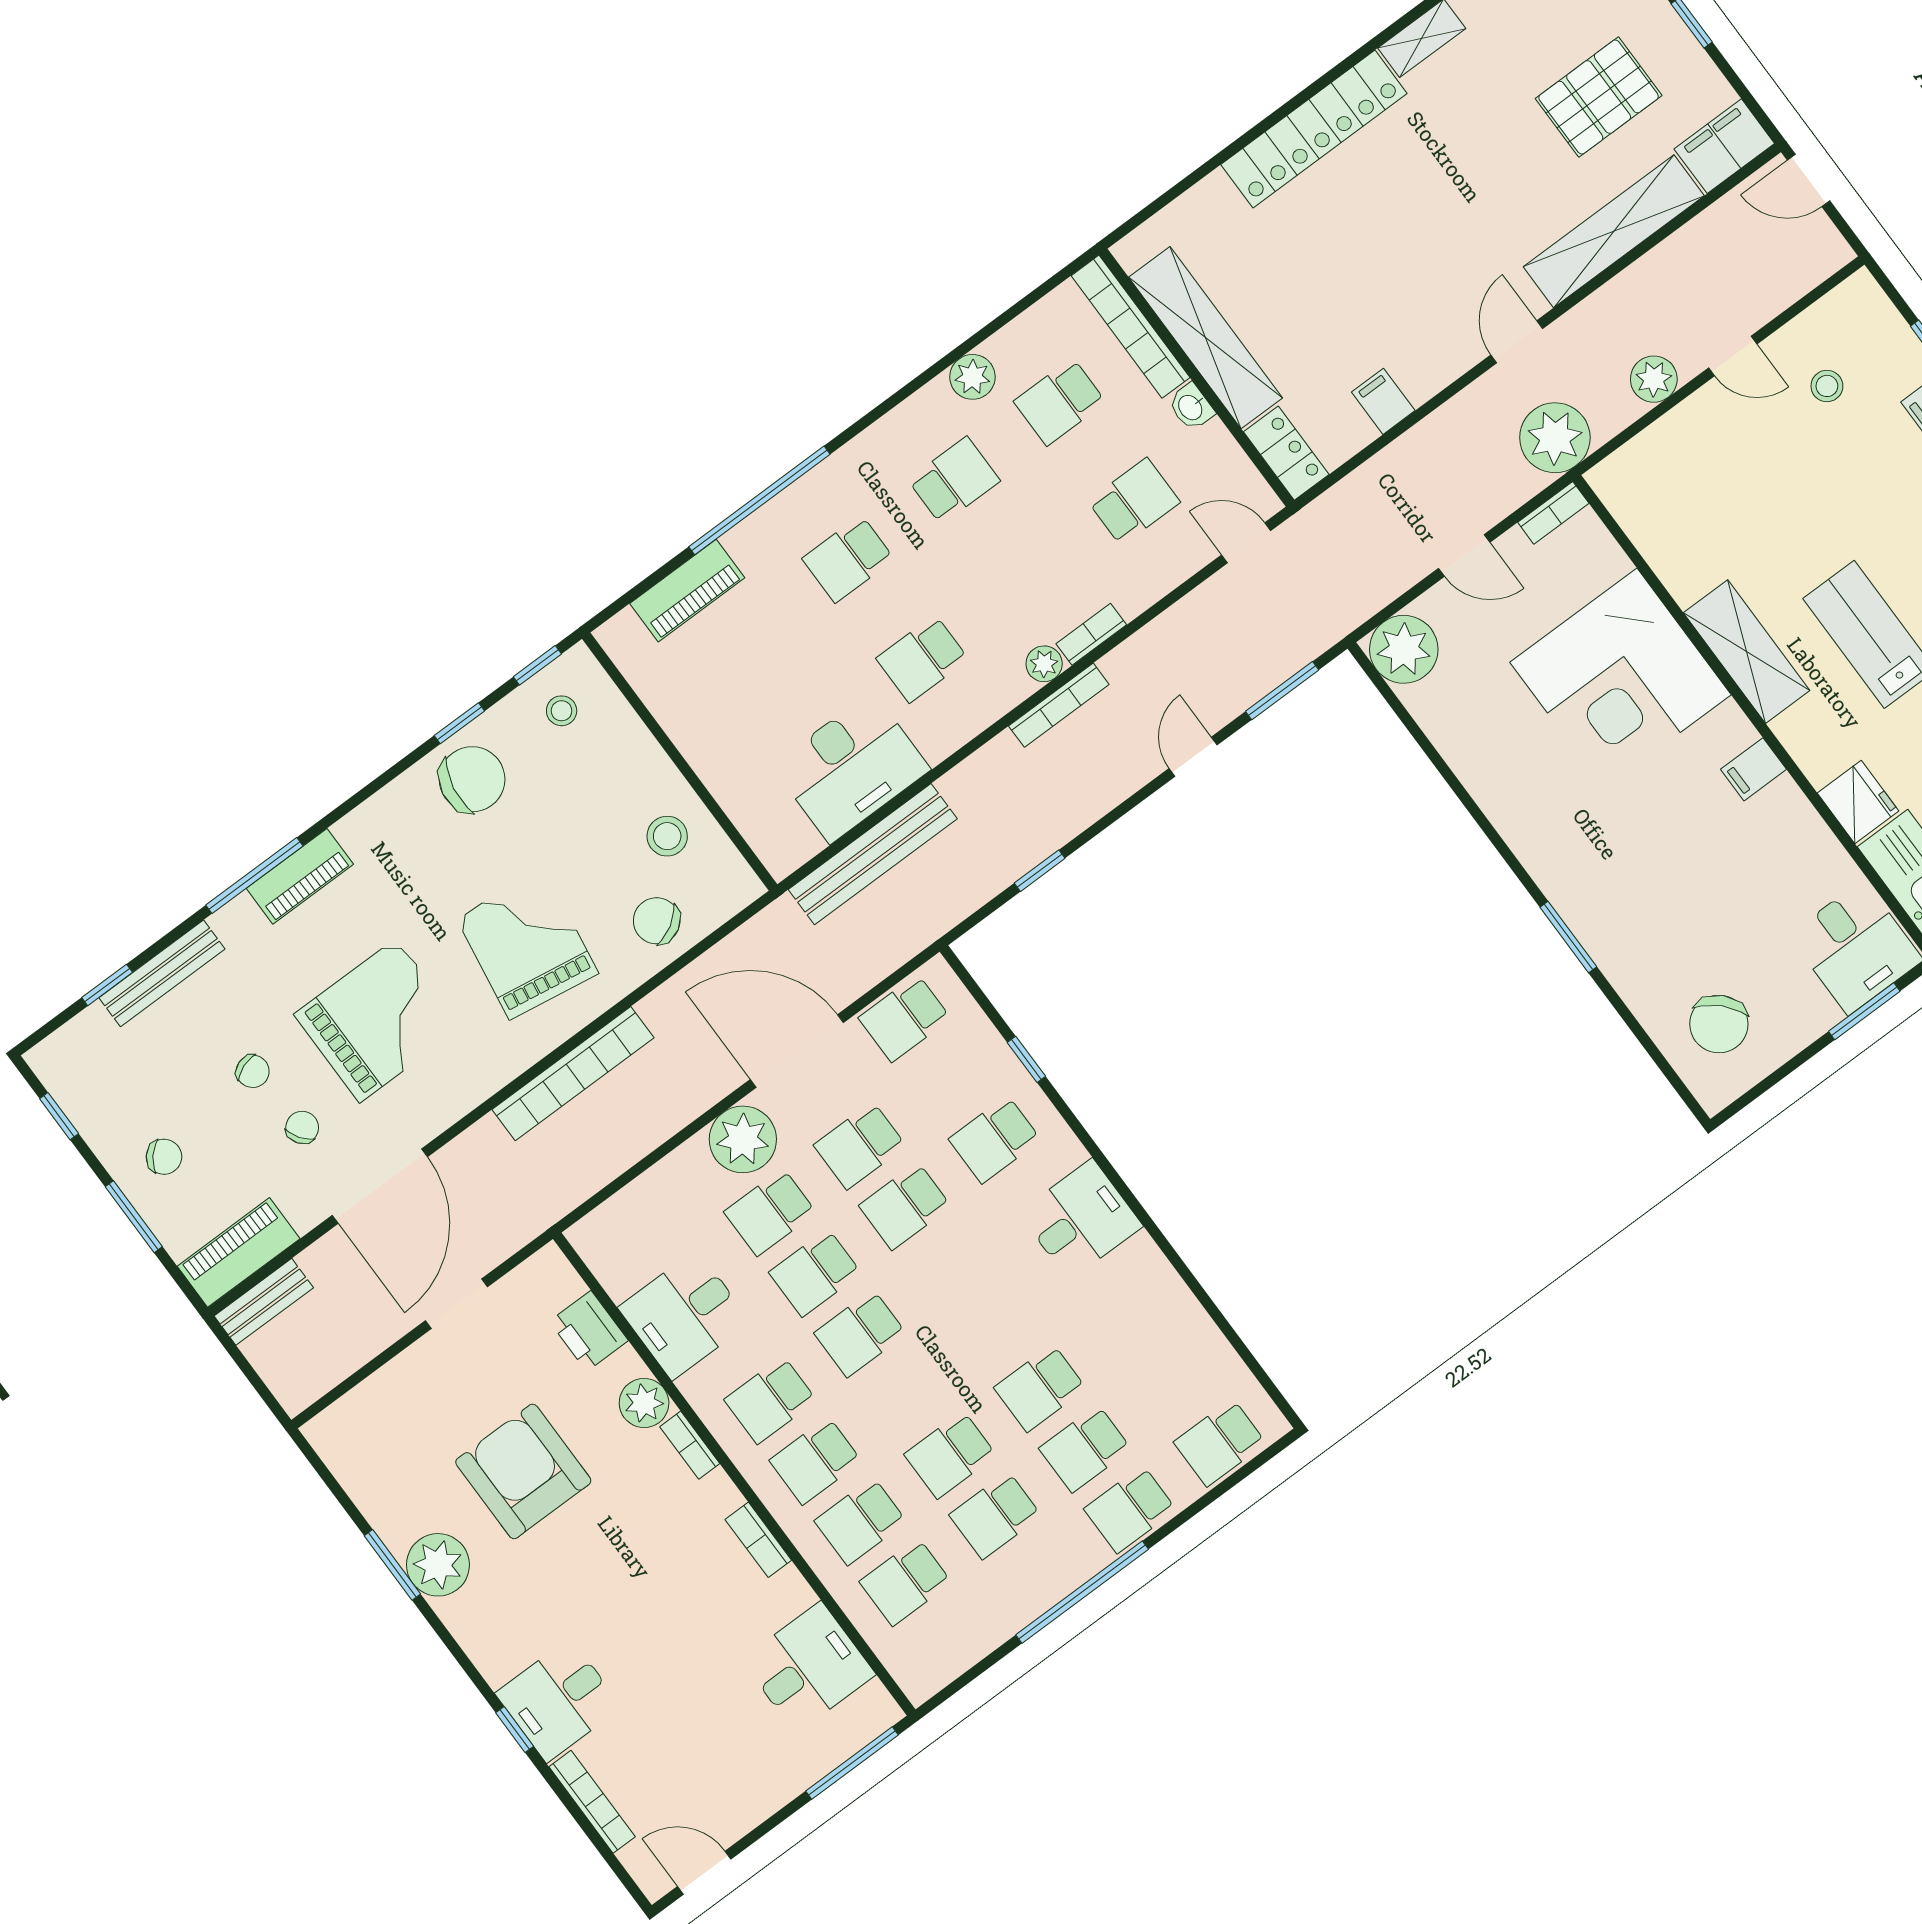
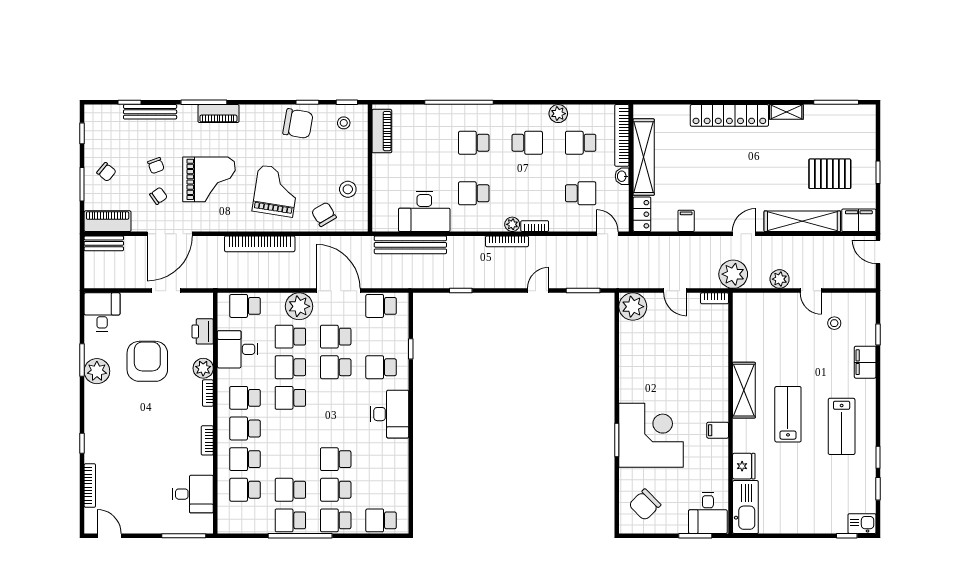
piano: (687, 591) -> (382, 131), moved, turned -90
corner desk: (1621, 679) -> (651, 435), moved, turned 180
school desk: (635, 1218) -> (245, 306), added
desk: (1081, 1219) -> (390, 414), width x1.37
school desk: (950, 1455) -> (290, 520), moved
desk: (559, 1700) -> (102, 312), moved, turned 90

